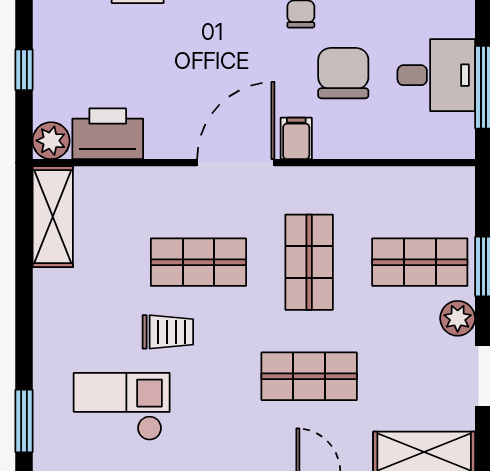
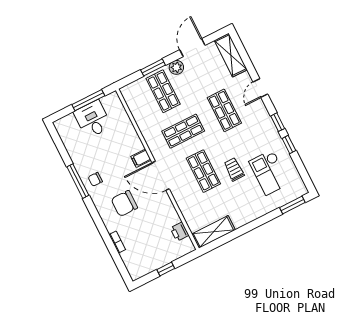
chair: (343, 73) -> (124, 203), moved
printer: (108, 134) -> (180, 232), width x0.53, depth x0.68
plant: (51, 141) -> (186, 246), removed

